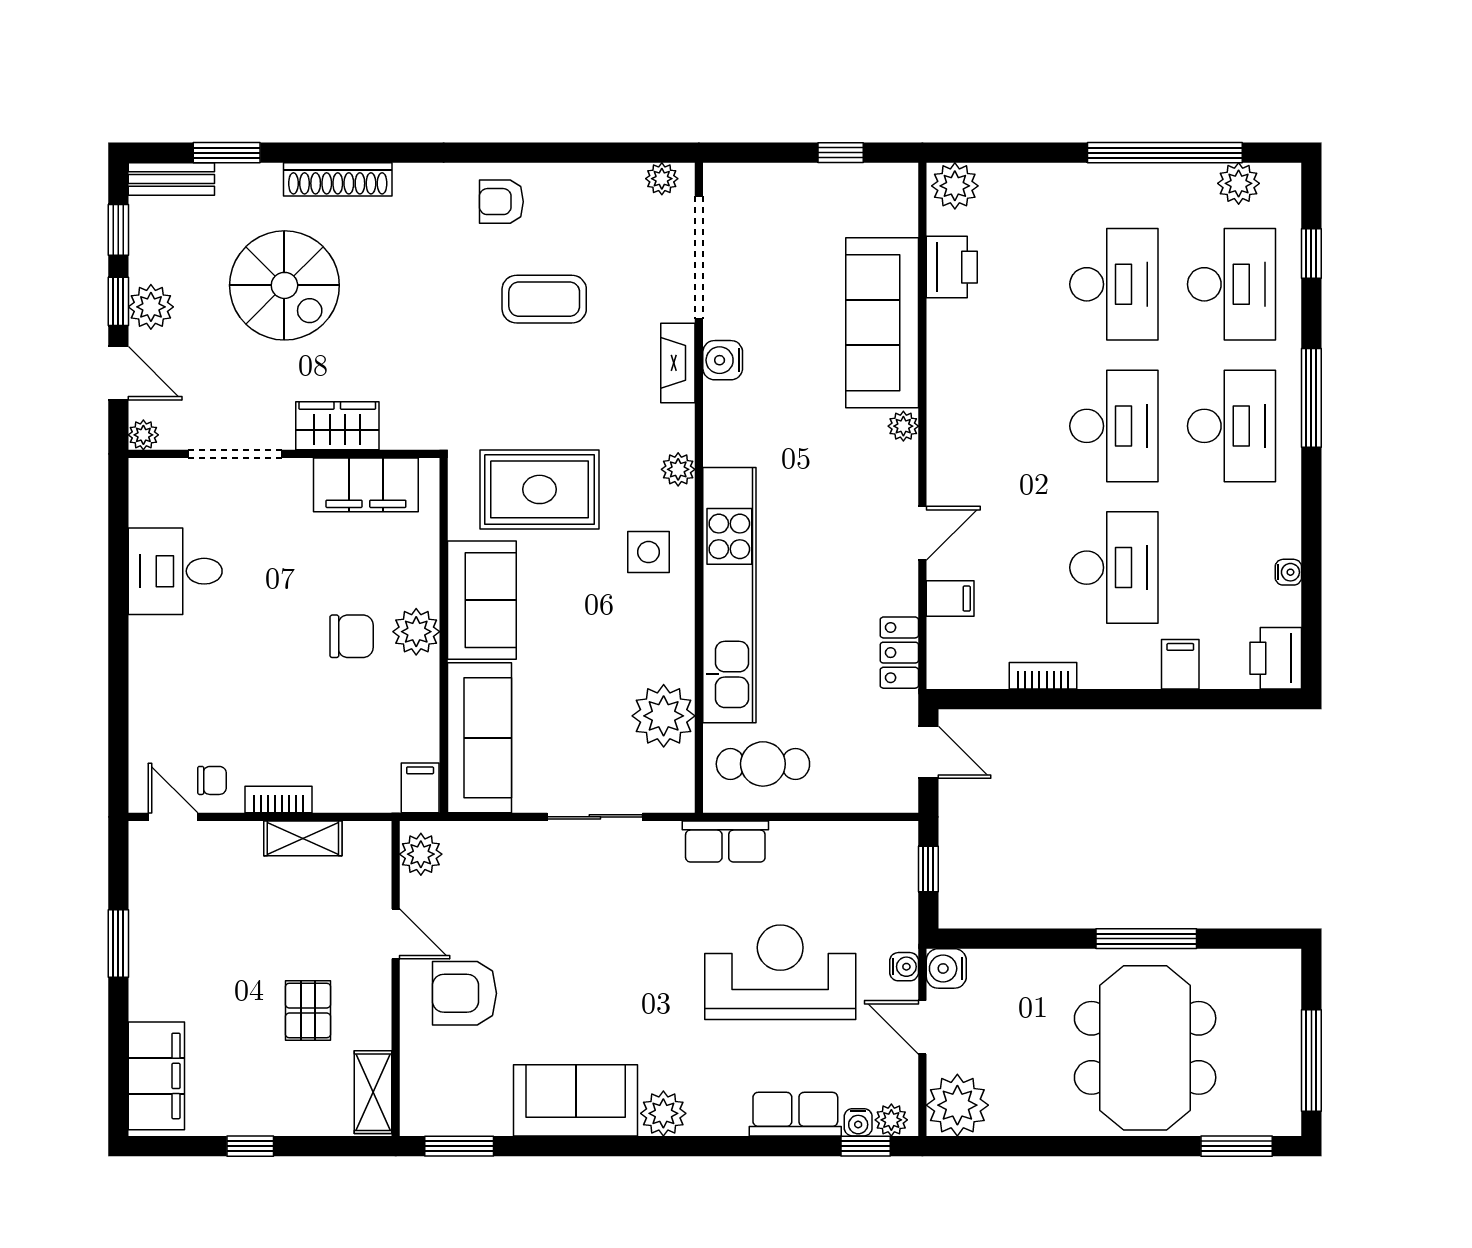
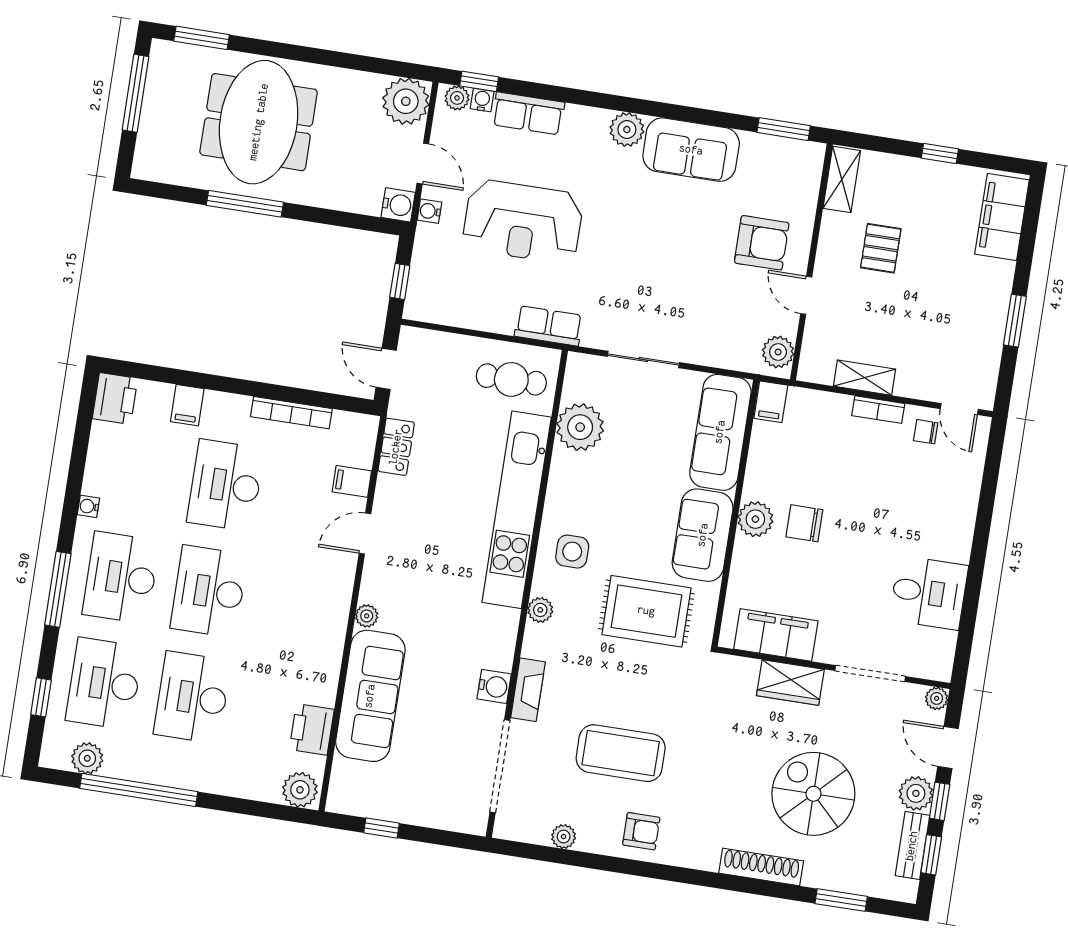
bench: (171, 179) -> (912, 846), moved, turned 90
plant: (662, 179) -> (564, 837), moved
coffee table: (544, 299) -> (621, 753), width x1.36, depth x1.32
water cooler: (1288, 572) -> (88, 506), moved
bookcase: (1043, 676) -> (291, 413), width x1.56

